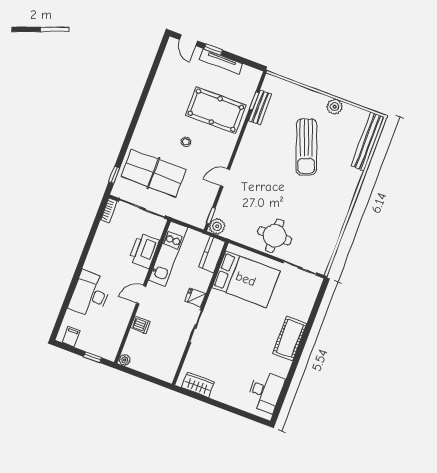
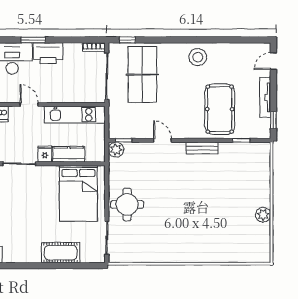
window: (213, 50) -> (273, 120), moved
bench: (260, 107) -> (202, 148), moved
bench: (368, 141) -> (243, 256), removed
stool: (186, 142) -> (198, 57), moved, width x1.89, depth x1.89
sun lounger: (306, 147) -> (217, 203), removed
printer: (144, 251) -> (48, 53), moved, turned 180
kitchen counter: (212, 254) -> (69, 154), moved
window: (80, 267) -> (33, 40), added
cot: (290, 338) -> (61, 253), moved

